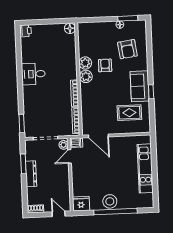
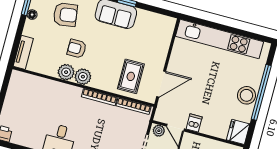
tv unit: (90, 27) -> (23, 52), added
floor lamp: (70, 28) -> (17, 78), removed
rug: (129, 113) -> (131, 76), moved
dishwasher: (76, 143) -> (194, 123), moved
kitchen unit: (145, 168) -> (219, 39), width x1.36

